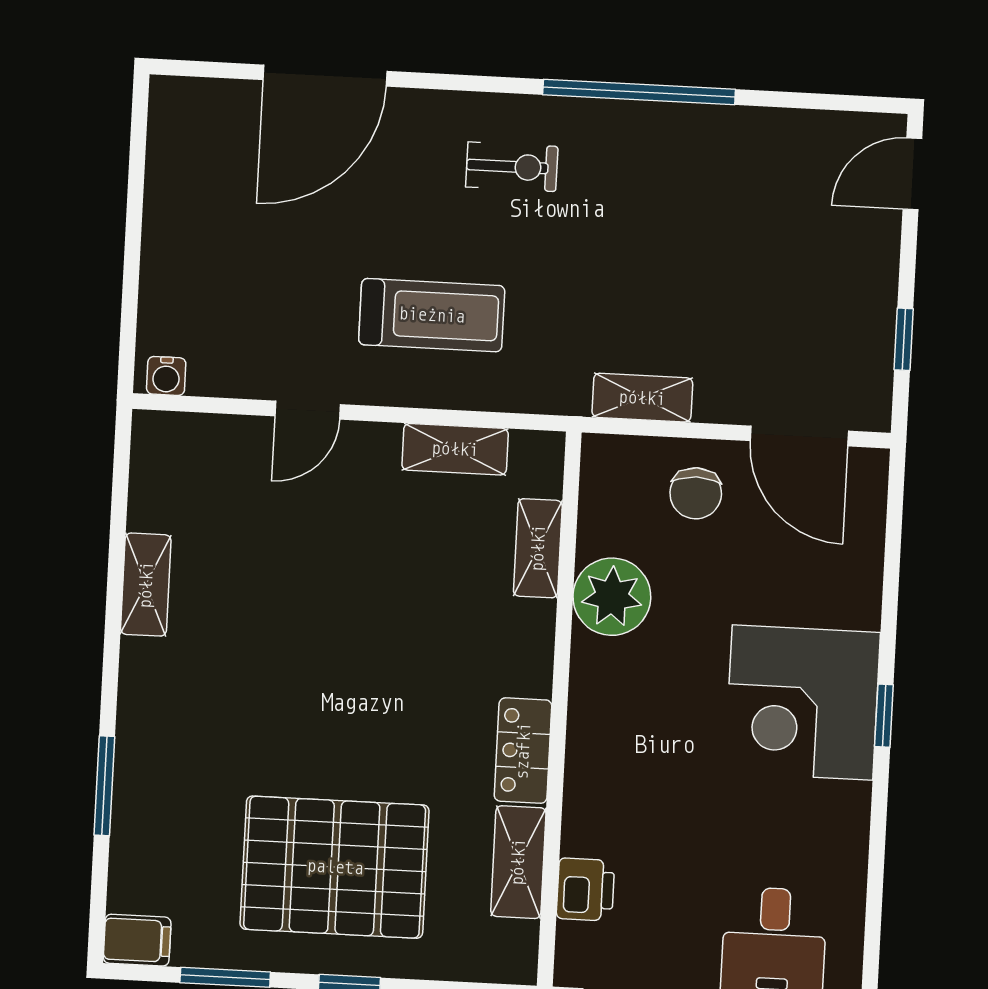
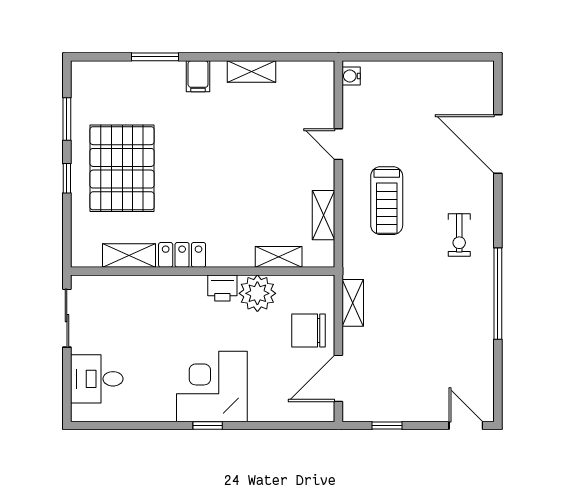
chair: (696, 493) -> (309, 331), width x1.37, depth x1.37
printer: (585, 890) -> (222, 288), moved
filing cabinet: (137, 940) -> (198, 76), moved

